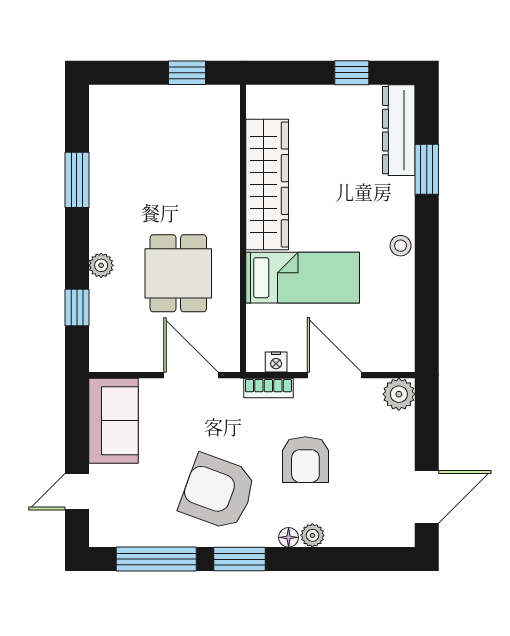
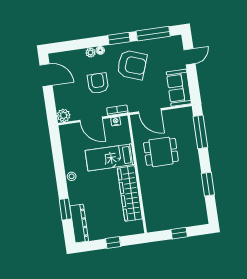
window: (187, 73) -> (179, 233), moved
window: (352, 73) -> (113, 243), moved
plant: (101, 265) -> (193, 151), removed
dining table: (178, 273) -> (161, 152), turned 90
window: (77, 308) -> (200, 132), width x2.17
door: (427, 497) -> (46, 75), swing flipped

